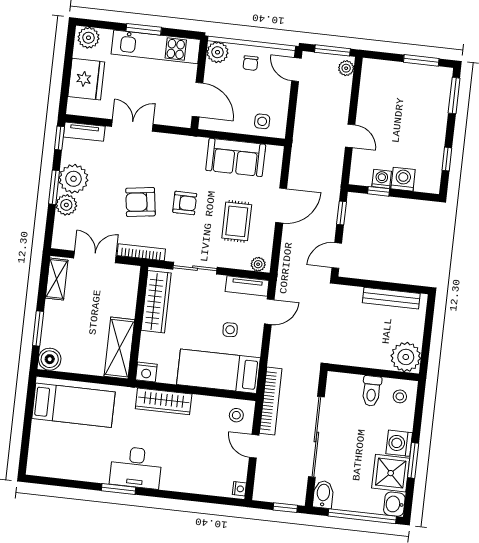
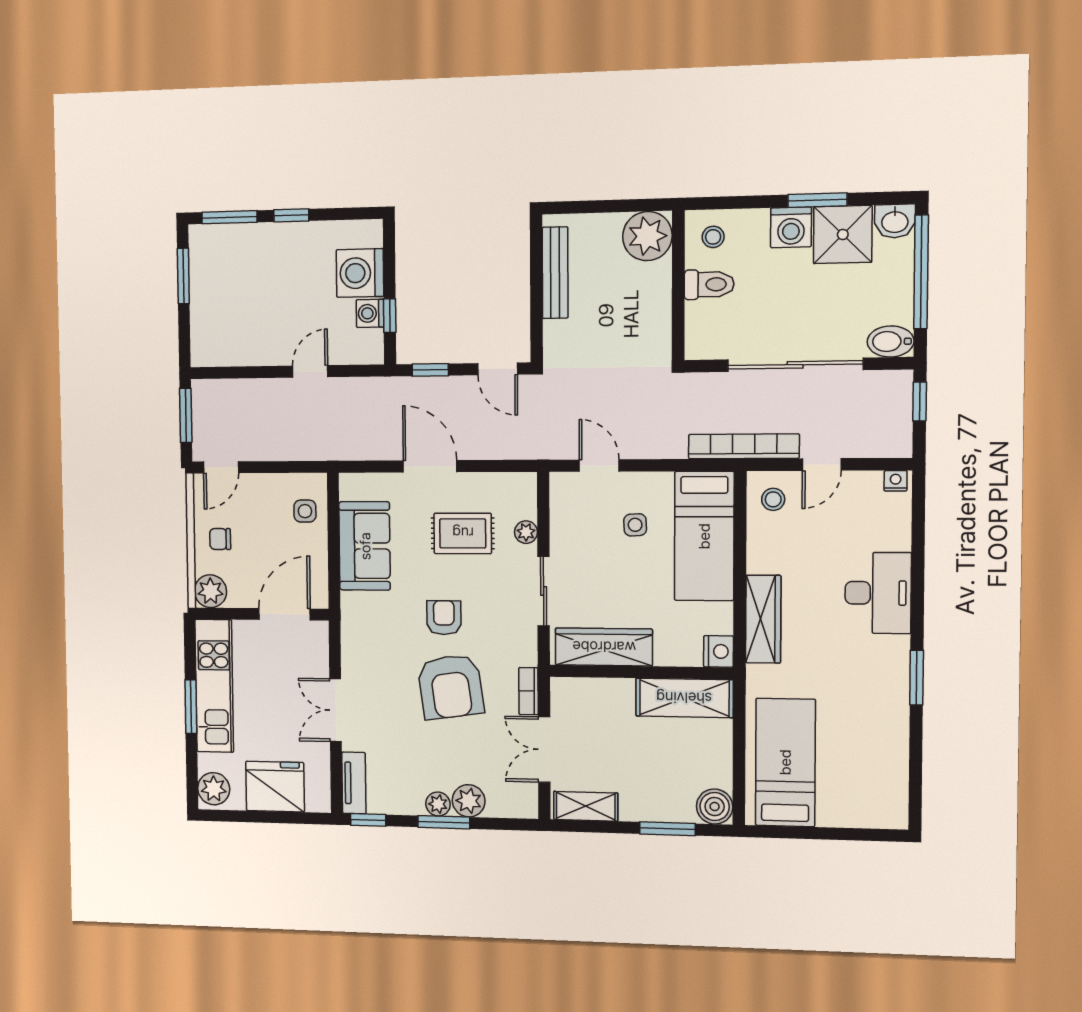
chair: (250, 63) -> (220, 539), turned 180
plant: (346, 68) -> (209, 391), removed
window: (447, 159) -> (291, 215), moved
plant: (74, 179) -> (438, 804), width x0.53, depth x0.53
washing machine: (403, 179) -> (360, 273), width x1.37, depth x1.37
armchair: (140, 202) -> (451, 687), width x1.36, depth x1.36
bookcase: (141, 252) -> (528, 691), width x0.64
plant: (258, 264) -> (526, 532), moved
tv unit: (247, 286) -> (562, 506), removed
desk: (136, 467) -> (878, 593), moved

